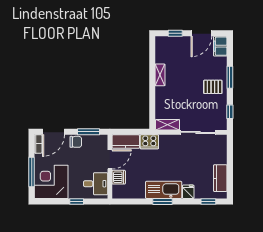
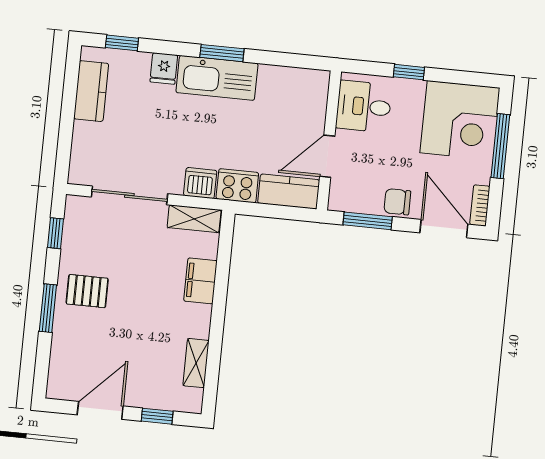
filing cabinet: (220, 46) -> (200, 281), moved, turned 180
shelving: (160, 75) -> (196, 363), moved
door: (53, 132) -> (444, 229), hinge flipped
dishwasher: (119, 177) -> (200, 183), moved, turned 90

